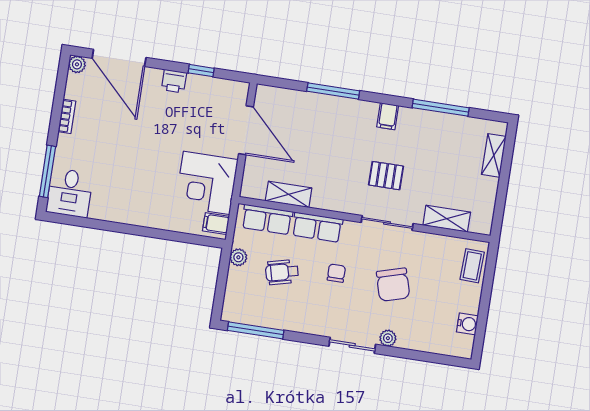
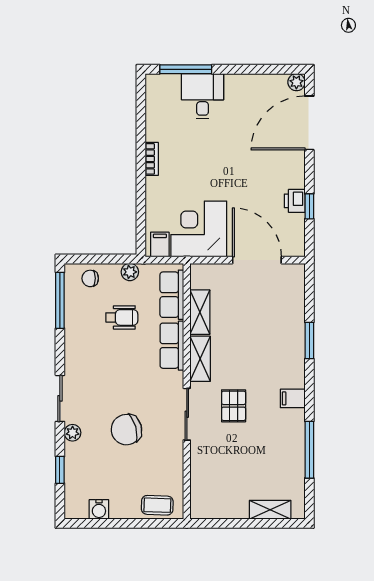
printer: (174, 81) -> (295, 201), moved
window: (333, 91) -> (309, 340), width x0.69
bookcase: (67, 116) -> (152, 159), moved, turned -90
door: (246, 130) -> (257, 260), swing flipped
desk: (70, 193) -> (203, 96), moved, turned 90
shelving: (447, 219) -> (200, 359), moved
wheelchair: (282, 272) -> (122, 317), turned 104
chair: (336, 273) -> (90, 278), moved, turned 180
window: (423, 356) -> (60, 470), added

